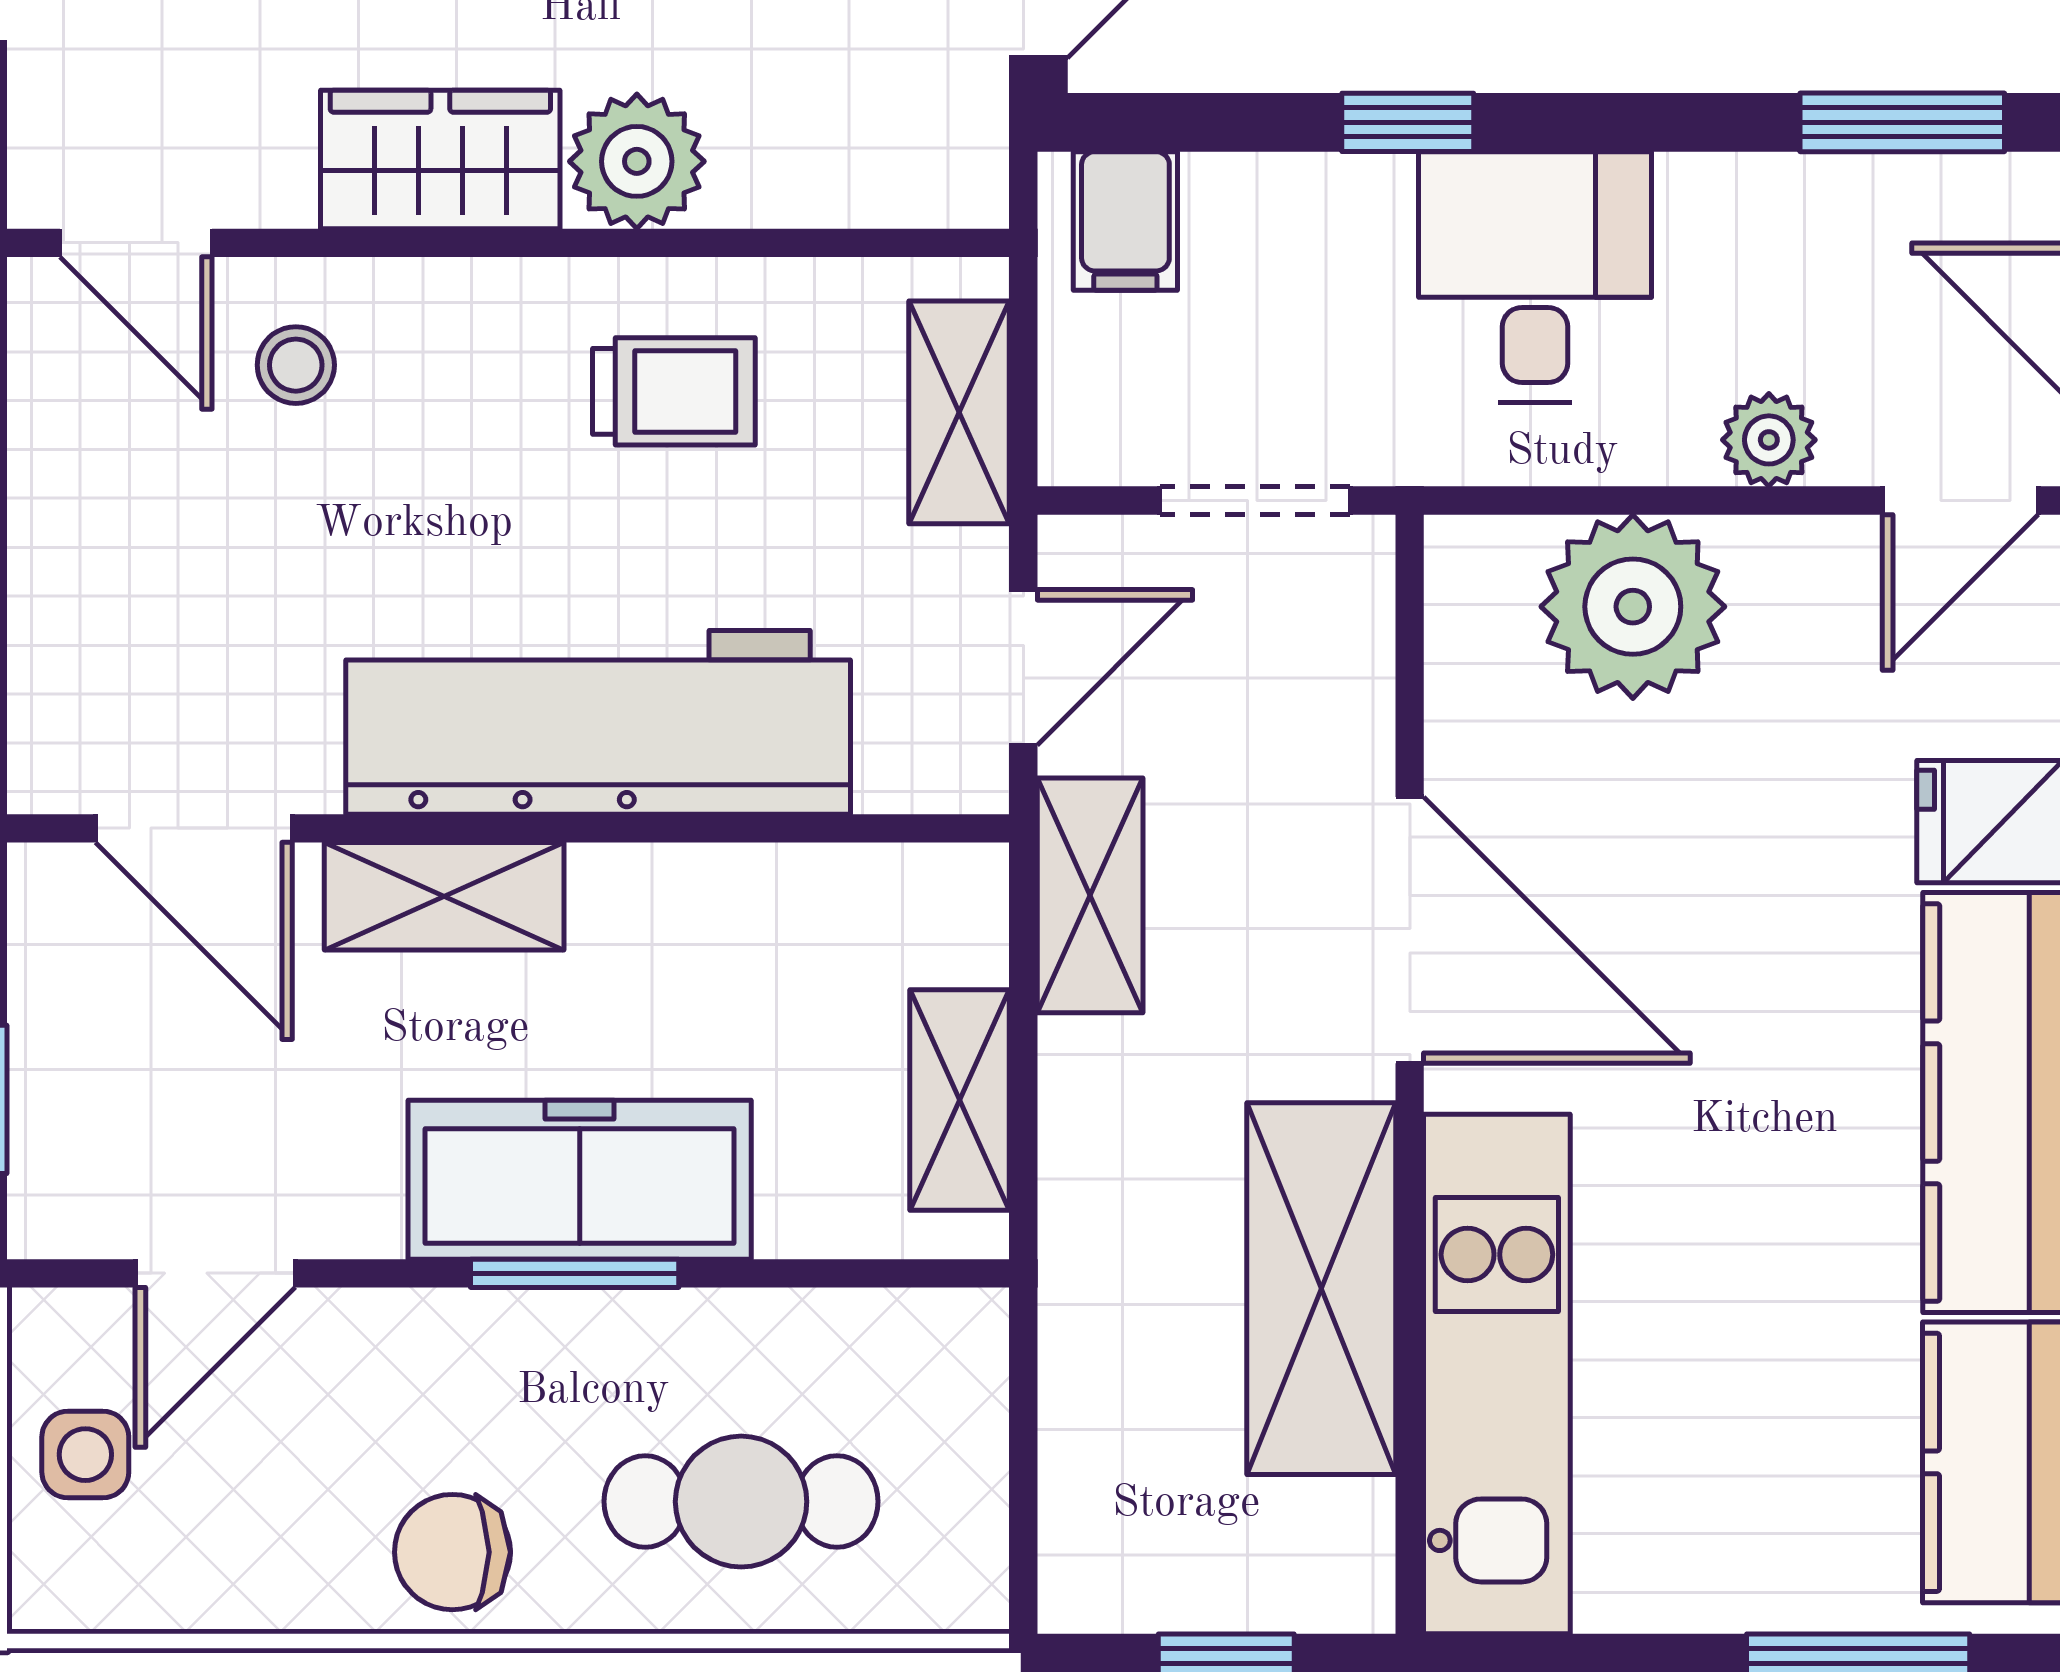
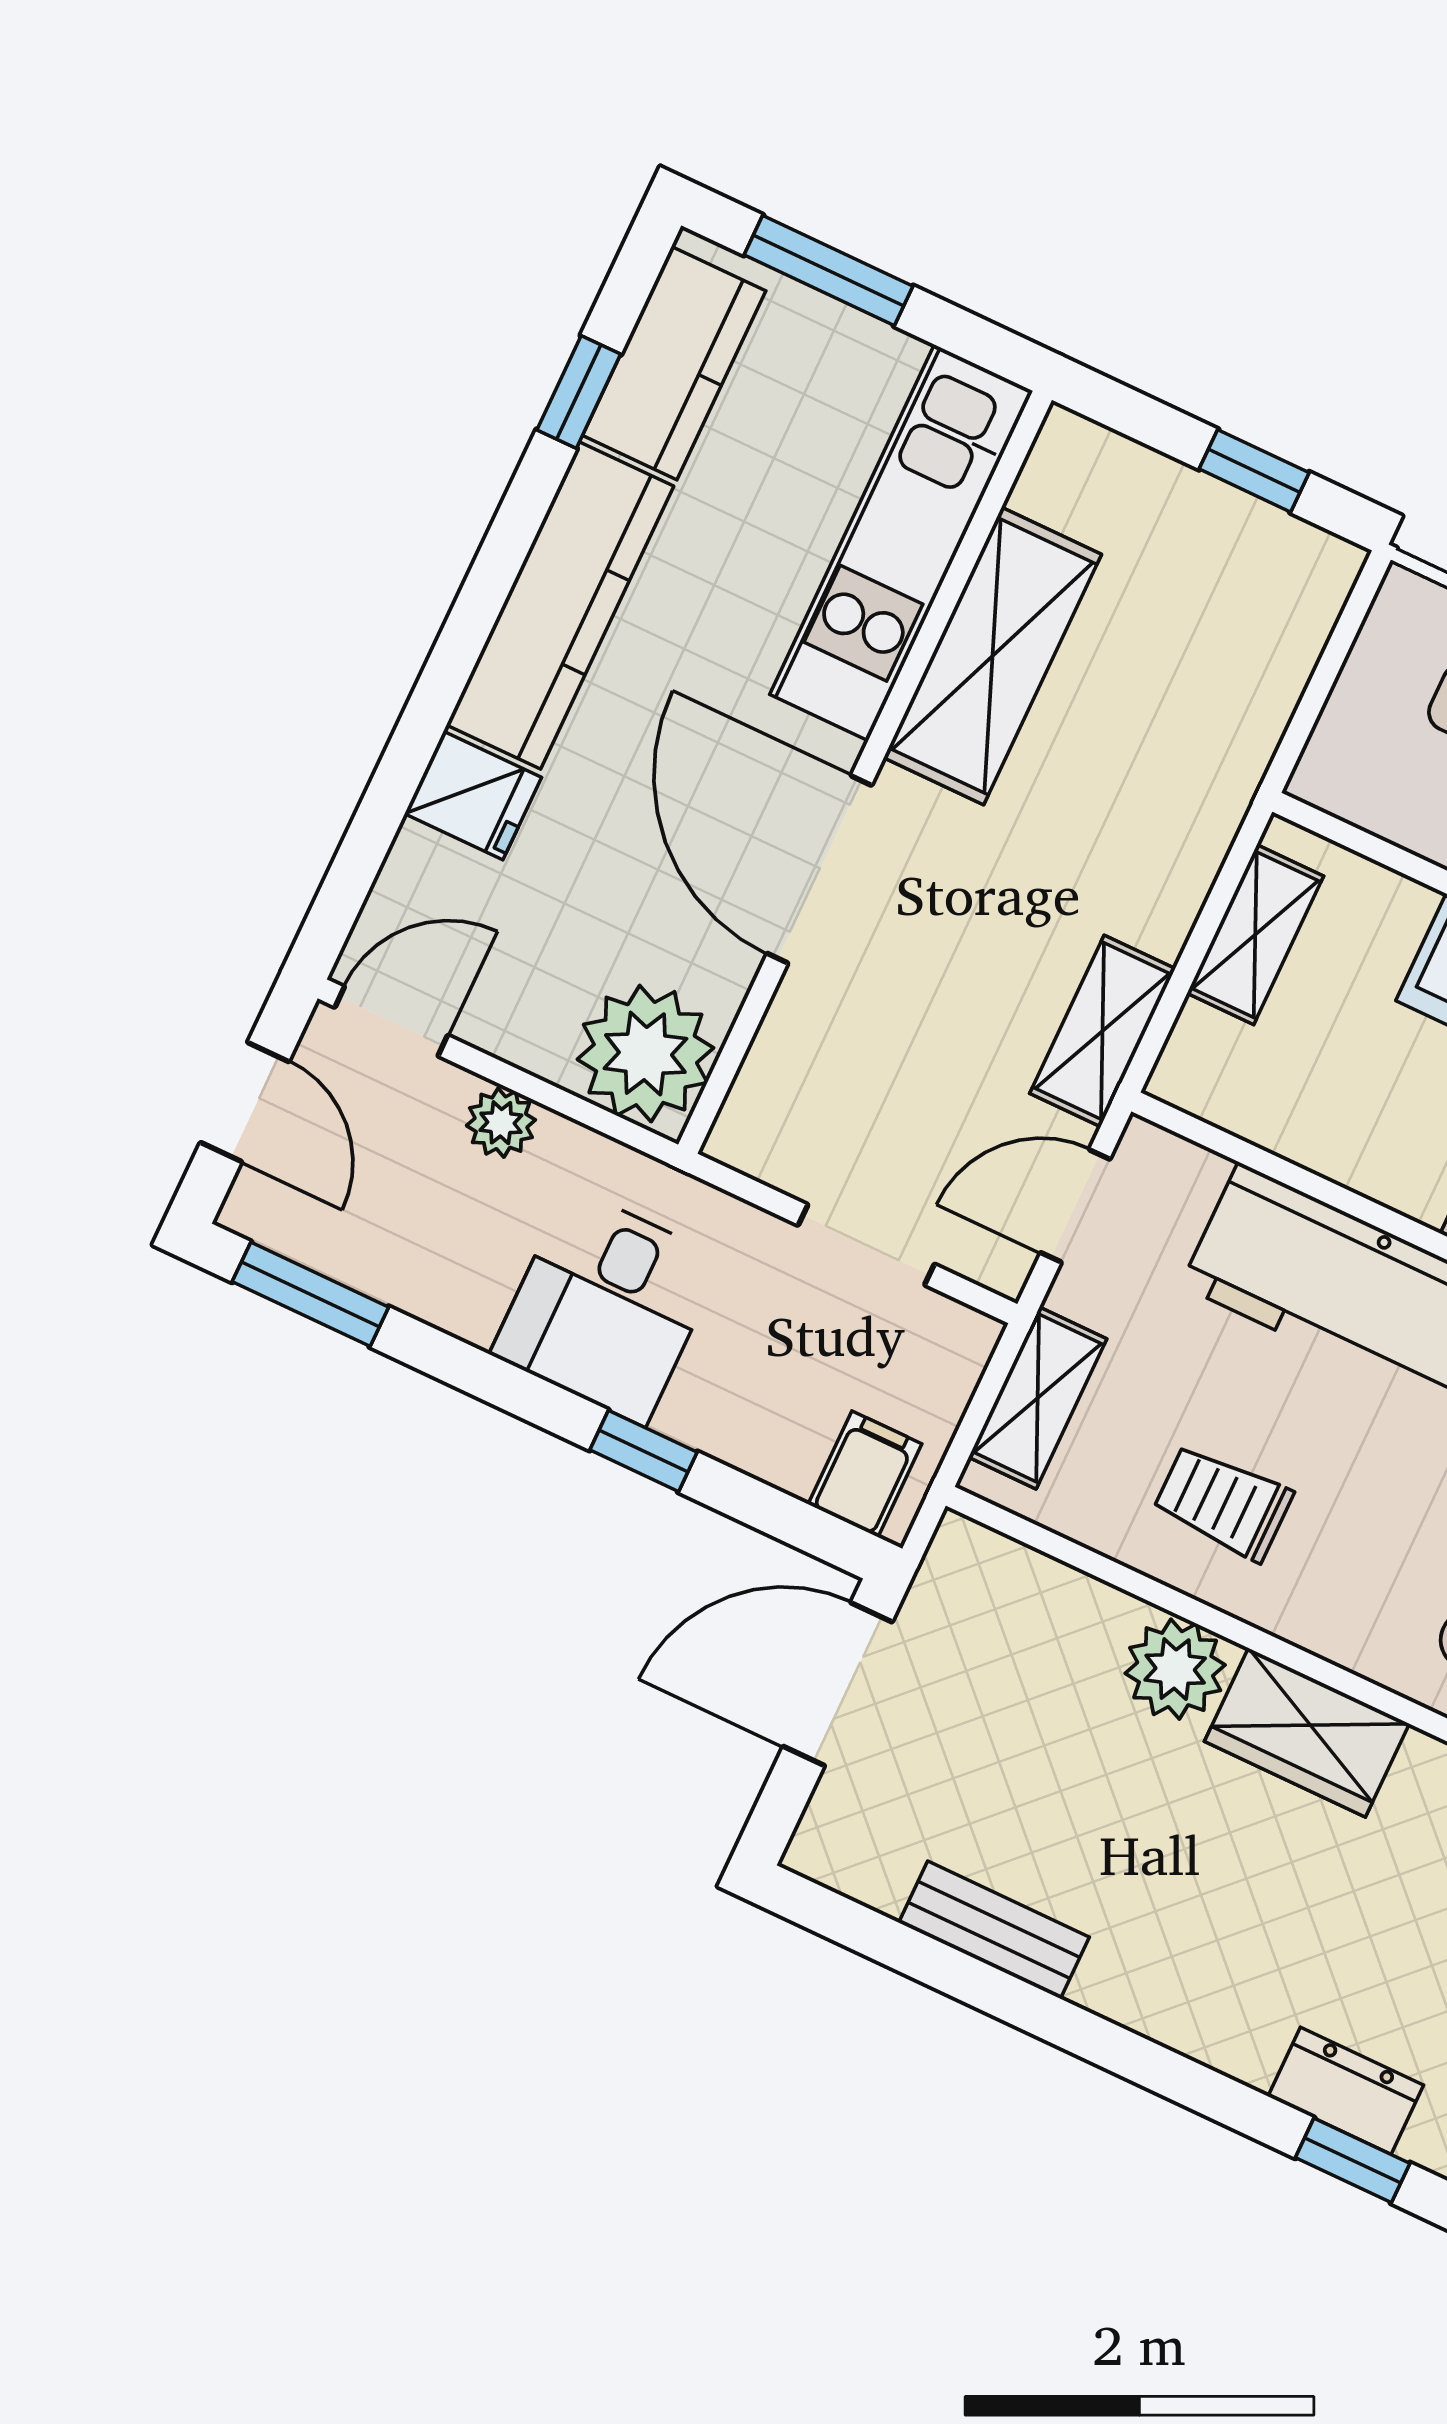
door: (1410, 930) -> (819, 869), moved
wall: (1410, 1074) -> (865, 772), moved
shelving: (1321, 1289) -> (993, 656), moved
kitchen unit: (1497, 1374) -> (901, 543), moved

